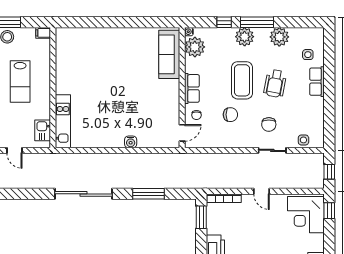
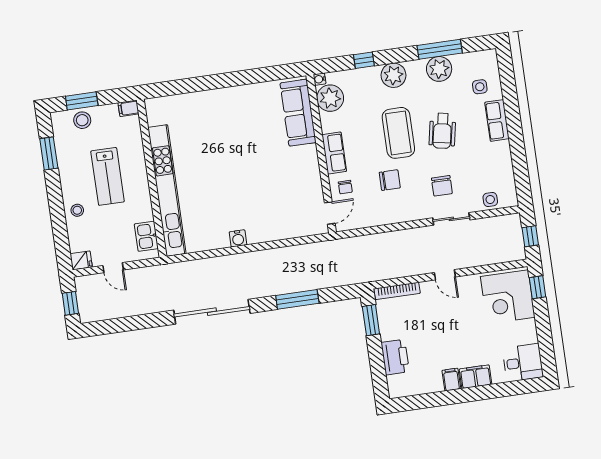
window: (257, 22) -> (440, 49), moved
kitchen unit: (63, 121) -> (167, 191), width x1.86
water cooler: (131, 142) -> (238, 238), moved

